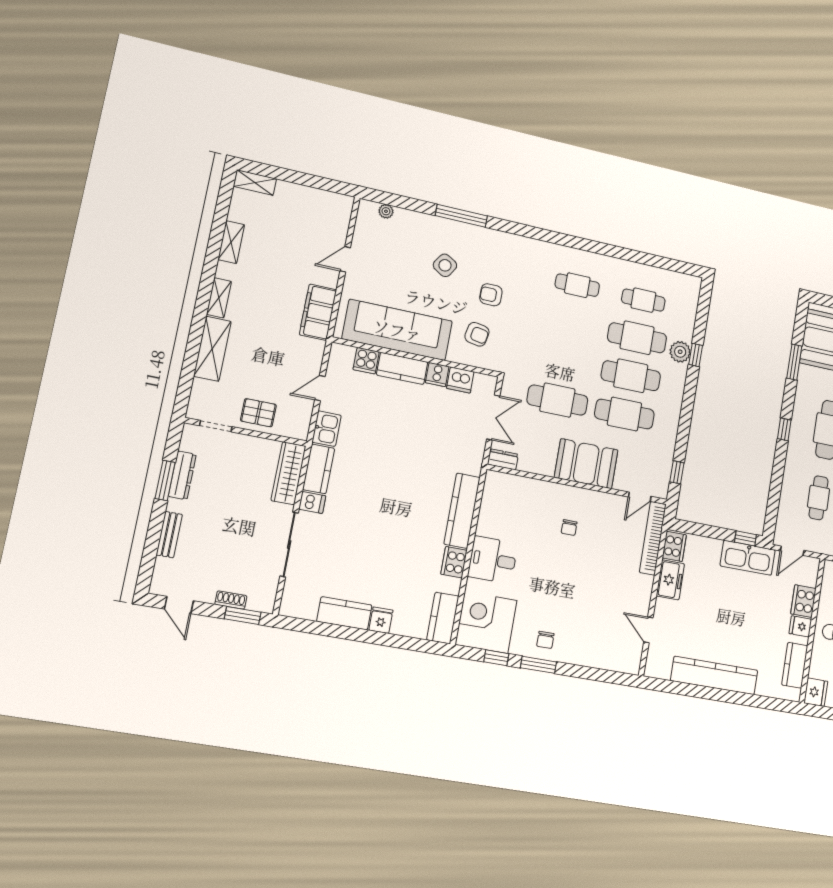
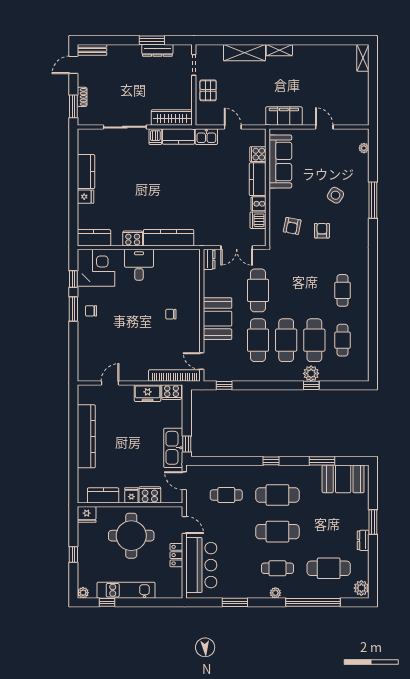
shelving: (231, 242) -> (319, 51), removed
sofa: (397, 330) -> (280, 161), width x0.74, depth x0.79
bench: (169, 535) -> (92, 50), moved

